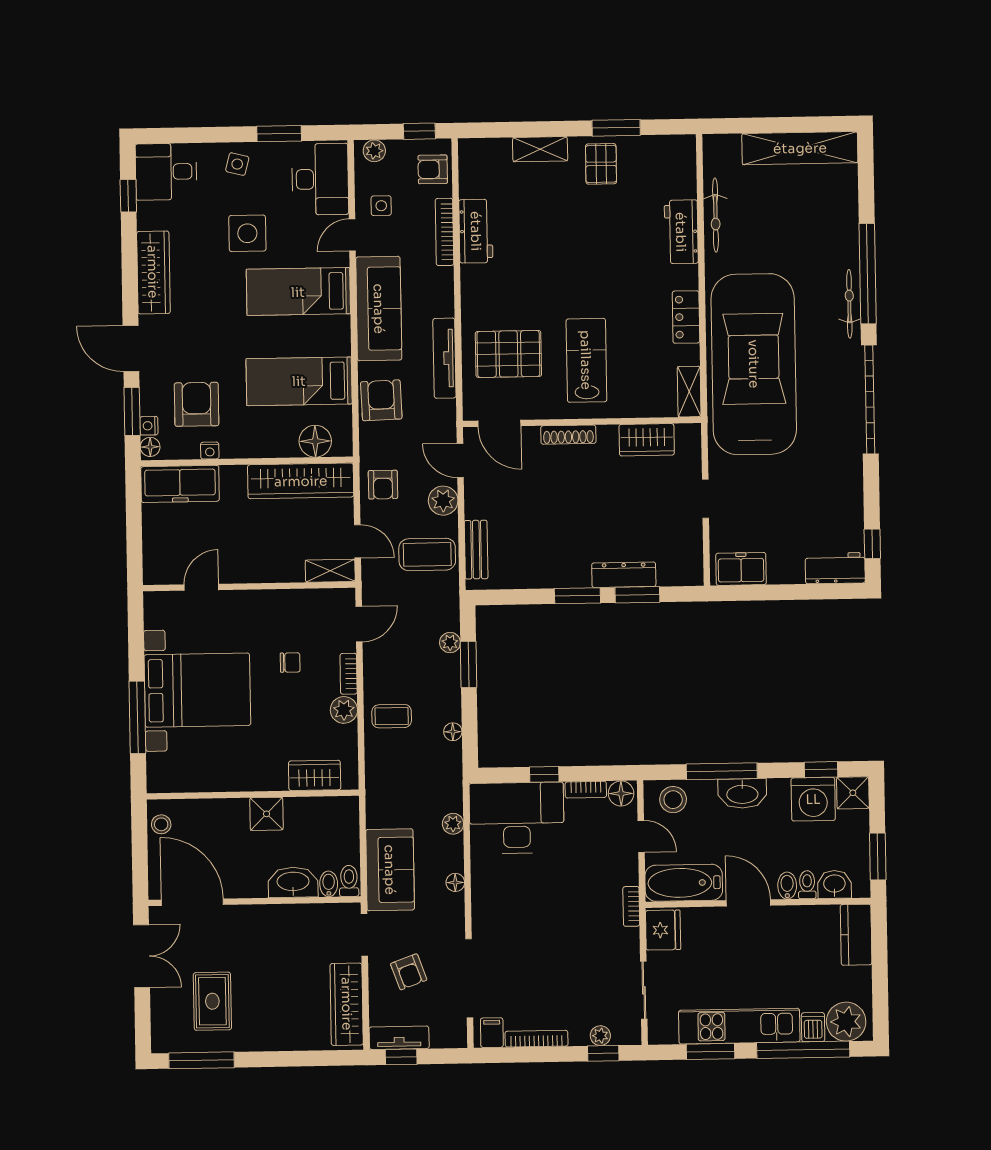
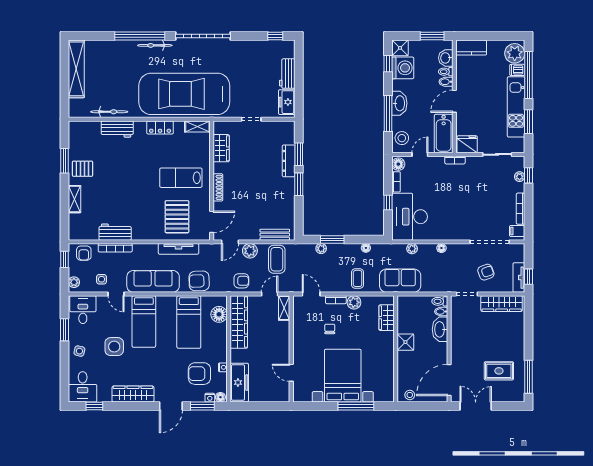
desk: (320, 179) -> (83, 310), width x0.73
workbench: (835, 568) -> (287, 74), moved
sofa: (390, 870) -> (400, 281), moved

